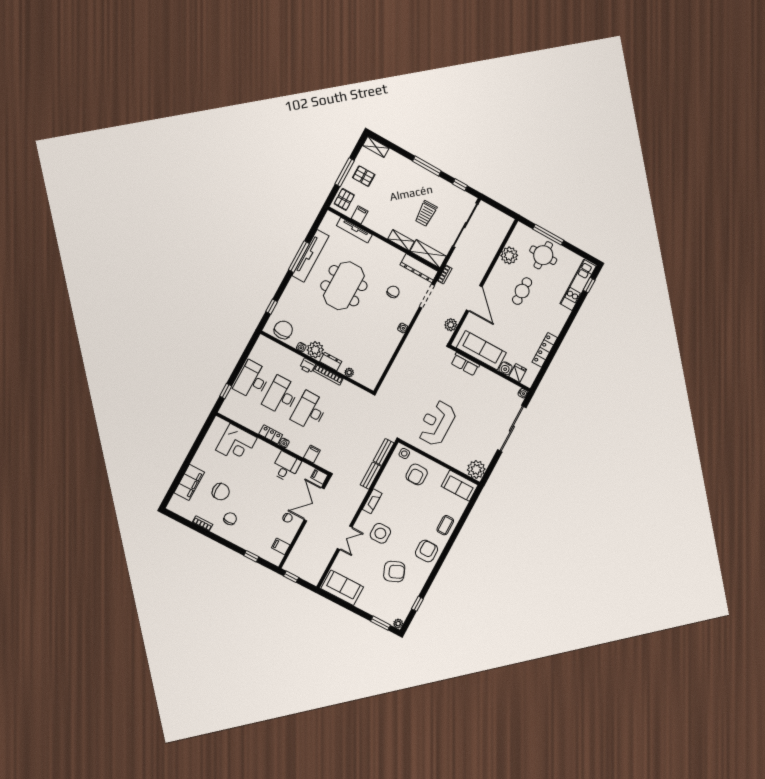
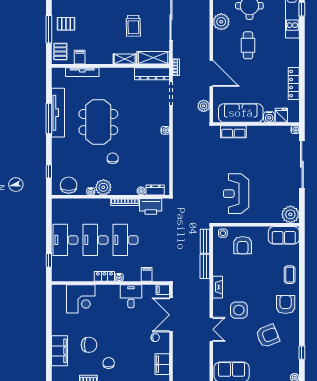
chair: (393, 292) -> (113, 158), moved
dresser: (331, 362) -> (155, 190), moved
printer: (308, 366) -> (151, 206), moved, width x1.87, depth x1.48
filing cabinet: (281, 546) -> (162, 364), width x2.00

